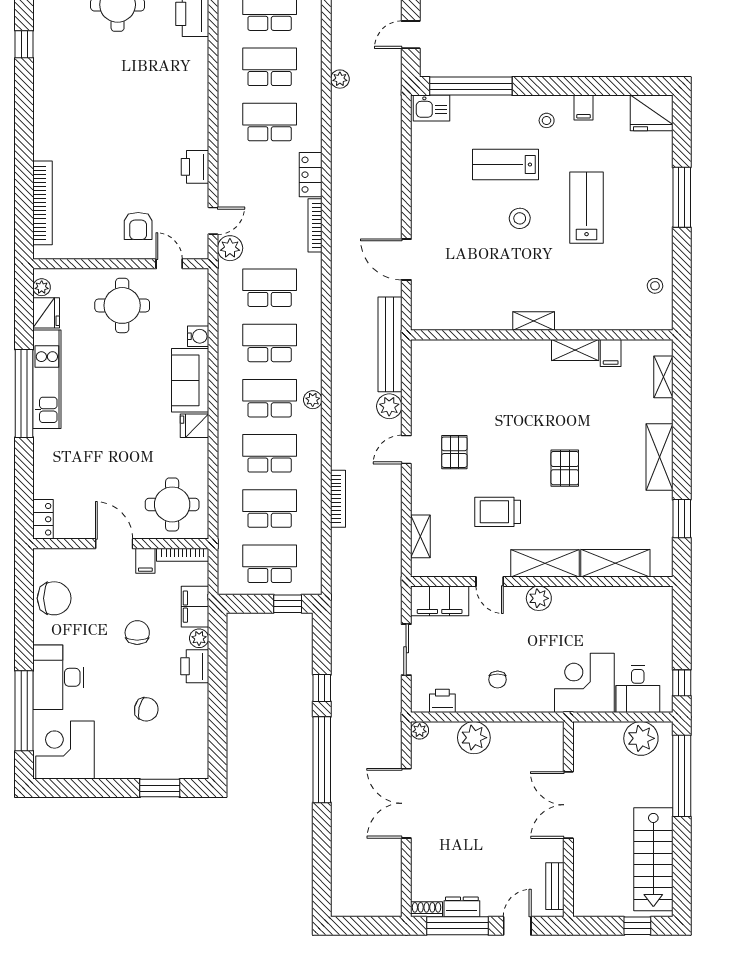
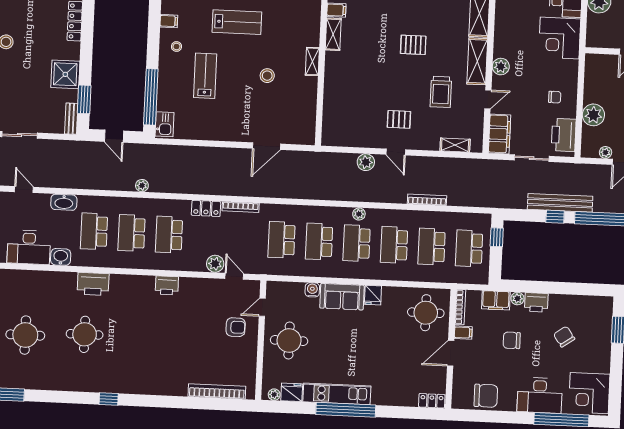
lab bench: (506, 165) -> (205, 76), turned 180
printer: (195, 167) -> (167, 285), moved
lab bench: (587, 208) -> (237, 22), turned 180
stool: (520, 218) -> (267, 76), moved
plant: (230, 248) -> (215, 264), moved
bench: (390, 344) -> (560, 203), moved
chair: (54, 598) -> (486, 396), turned 90
printer: (442, 701) -> (564, 135), width x1.87, depth x1.48
chair: (146, 709) -> (564, 337), turned -48
plant: (420, 730) -> (606, 152), moved

